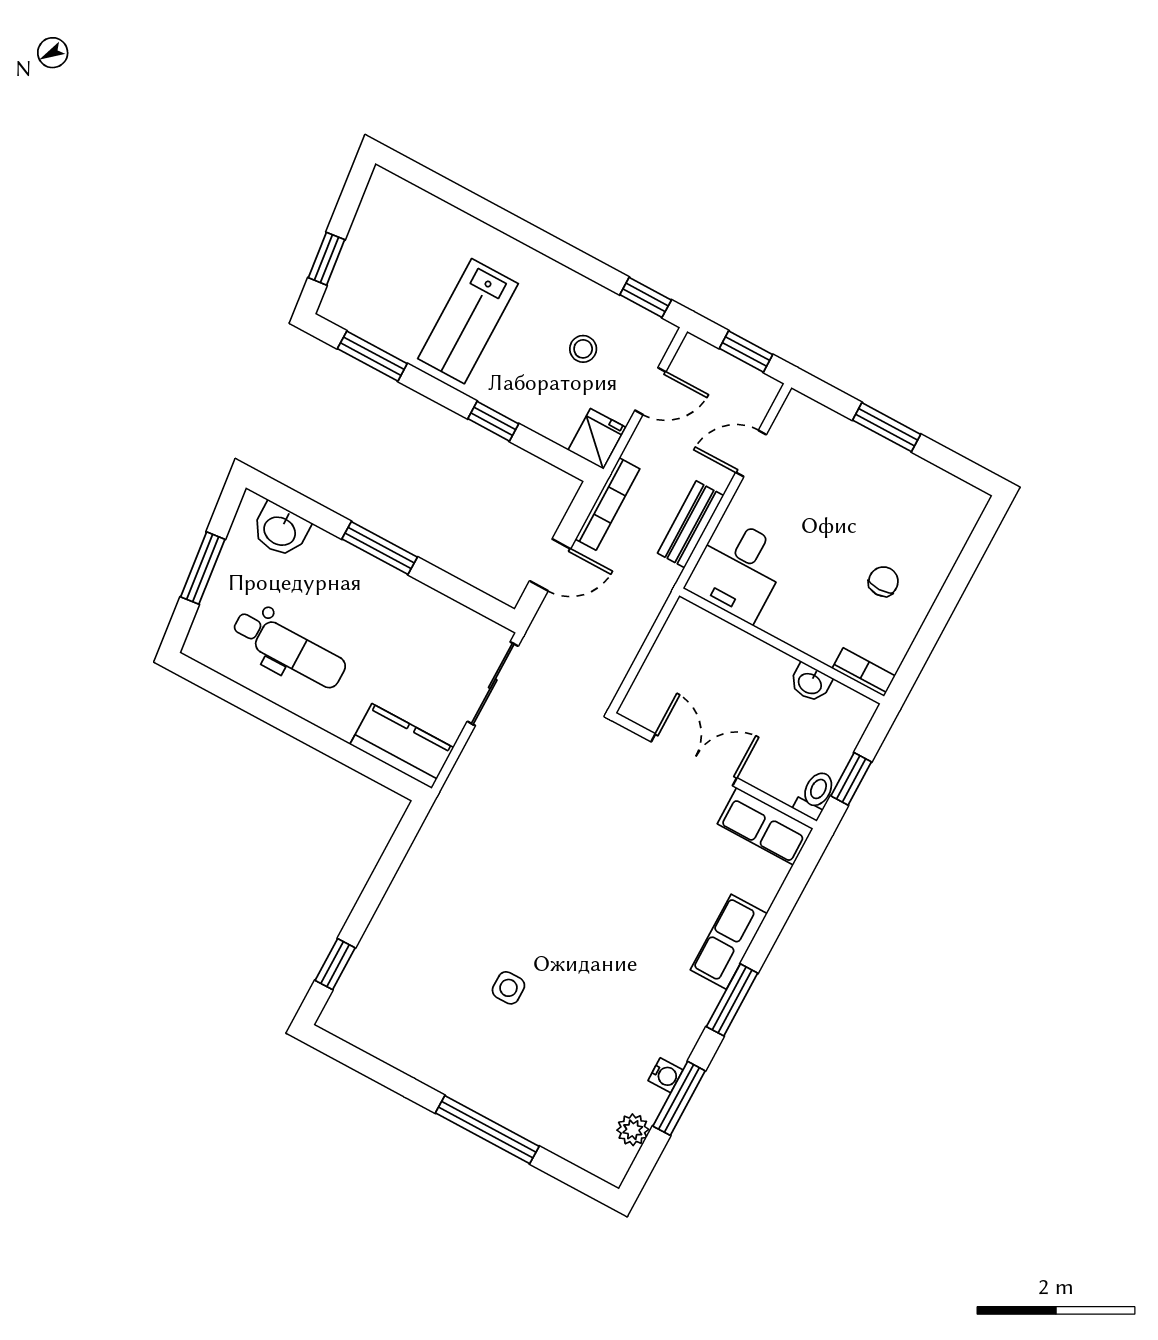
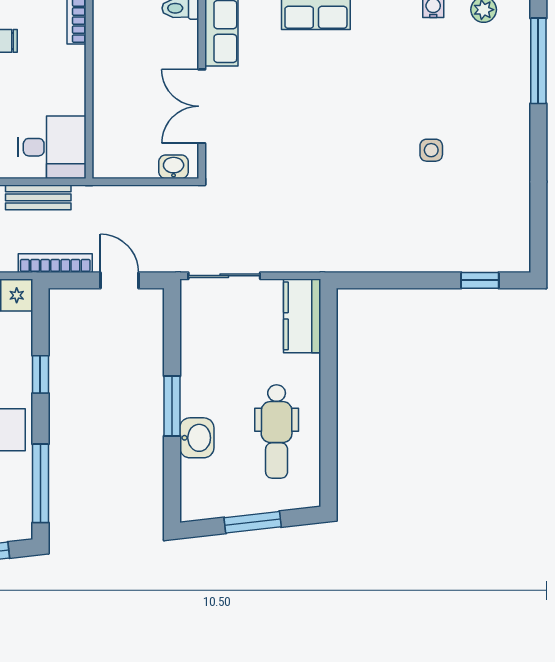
window: (372, 356) -> (40, 483), width x1.44
washbasin: (280, 530) -> (197, 438), moved
dental chair: (289, 649) -> (277, 431), turned 180
washbasin: (810, 683) -> (174, 167), moved, turned -90
window: (487, 1130) -> (538, 61), moved

